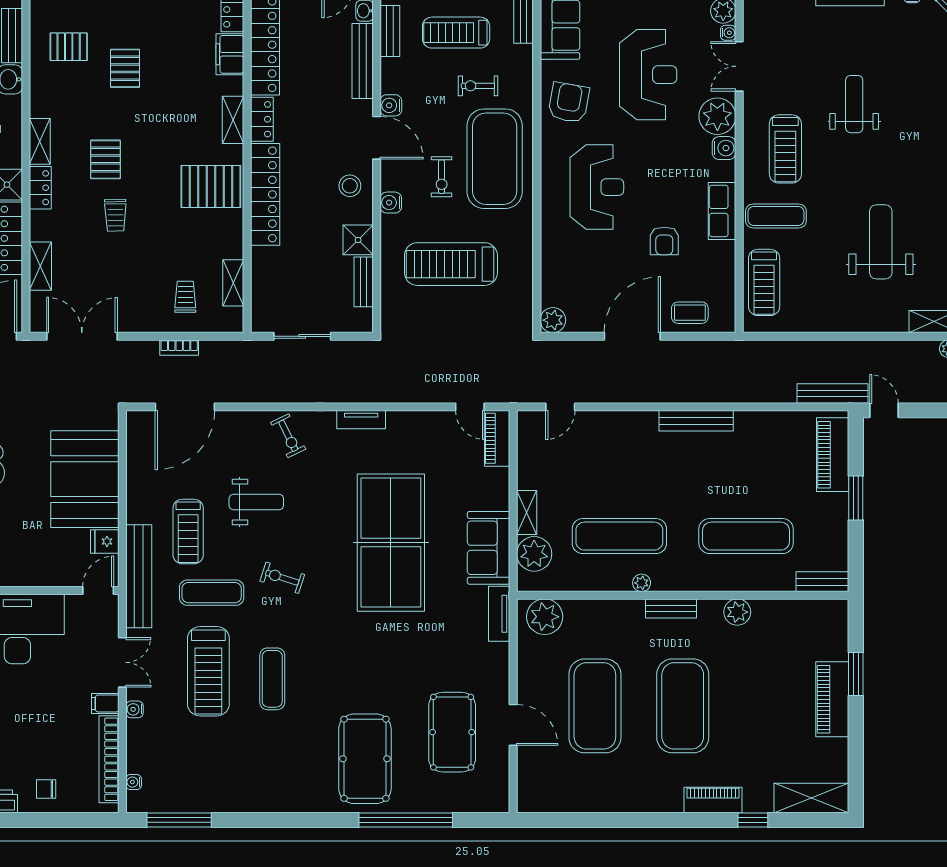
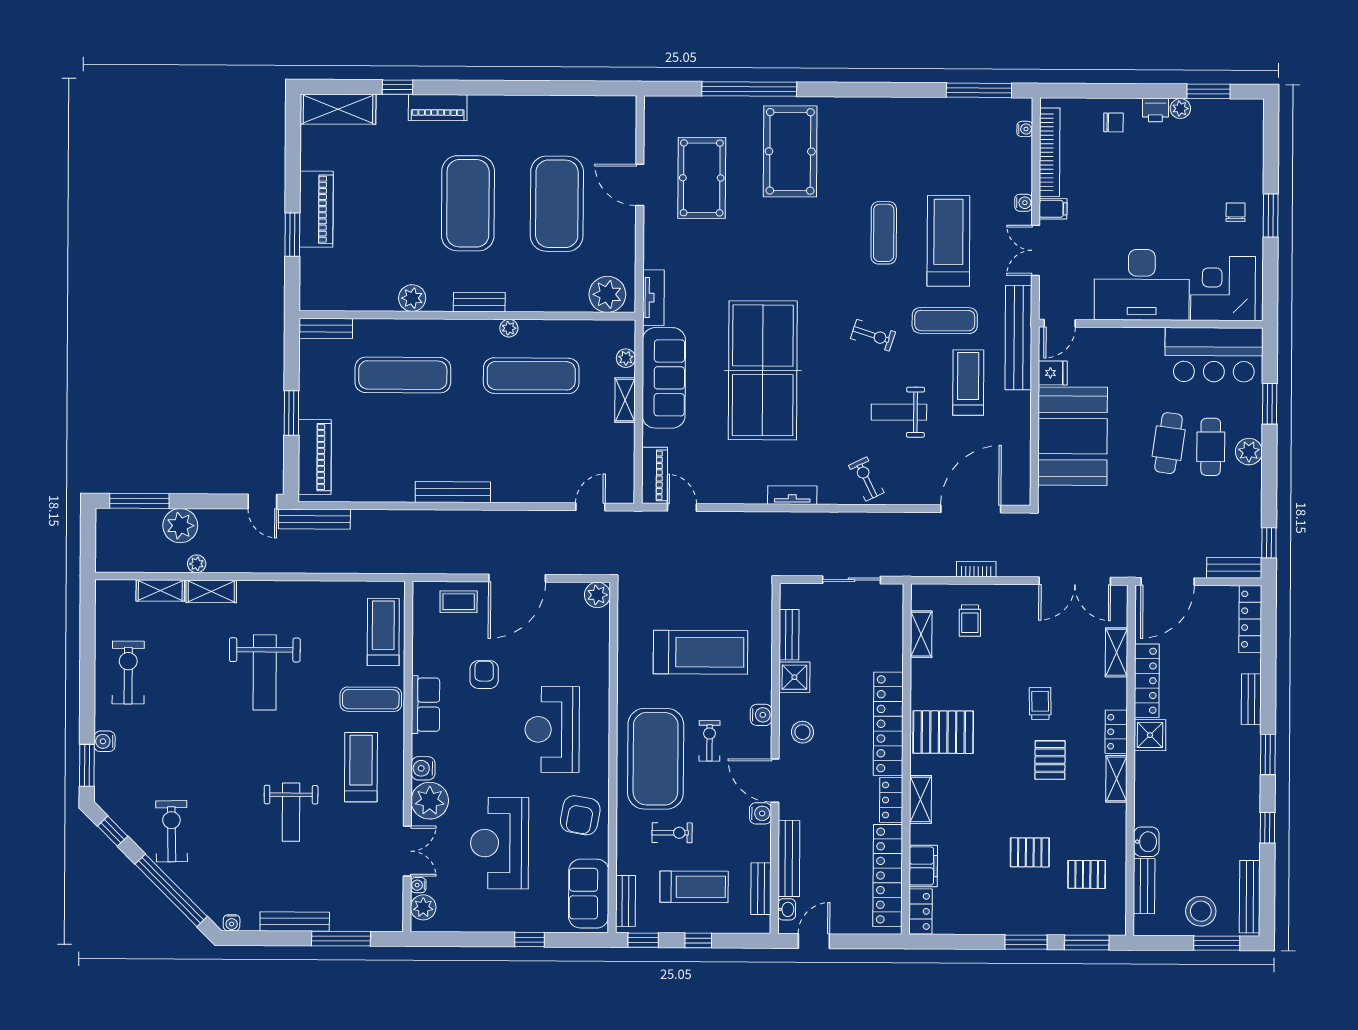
pallet: (125, 68) -> (1030, 852), turned 90
sofa: (489, 548) -> (664, 378), width x1.36
plant: (534, 554) -> (626, 358), width x0.53, depth x0.53

